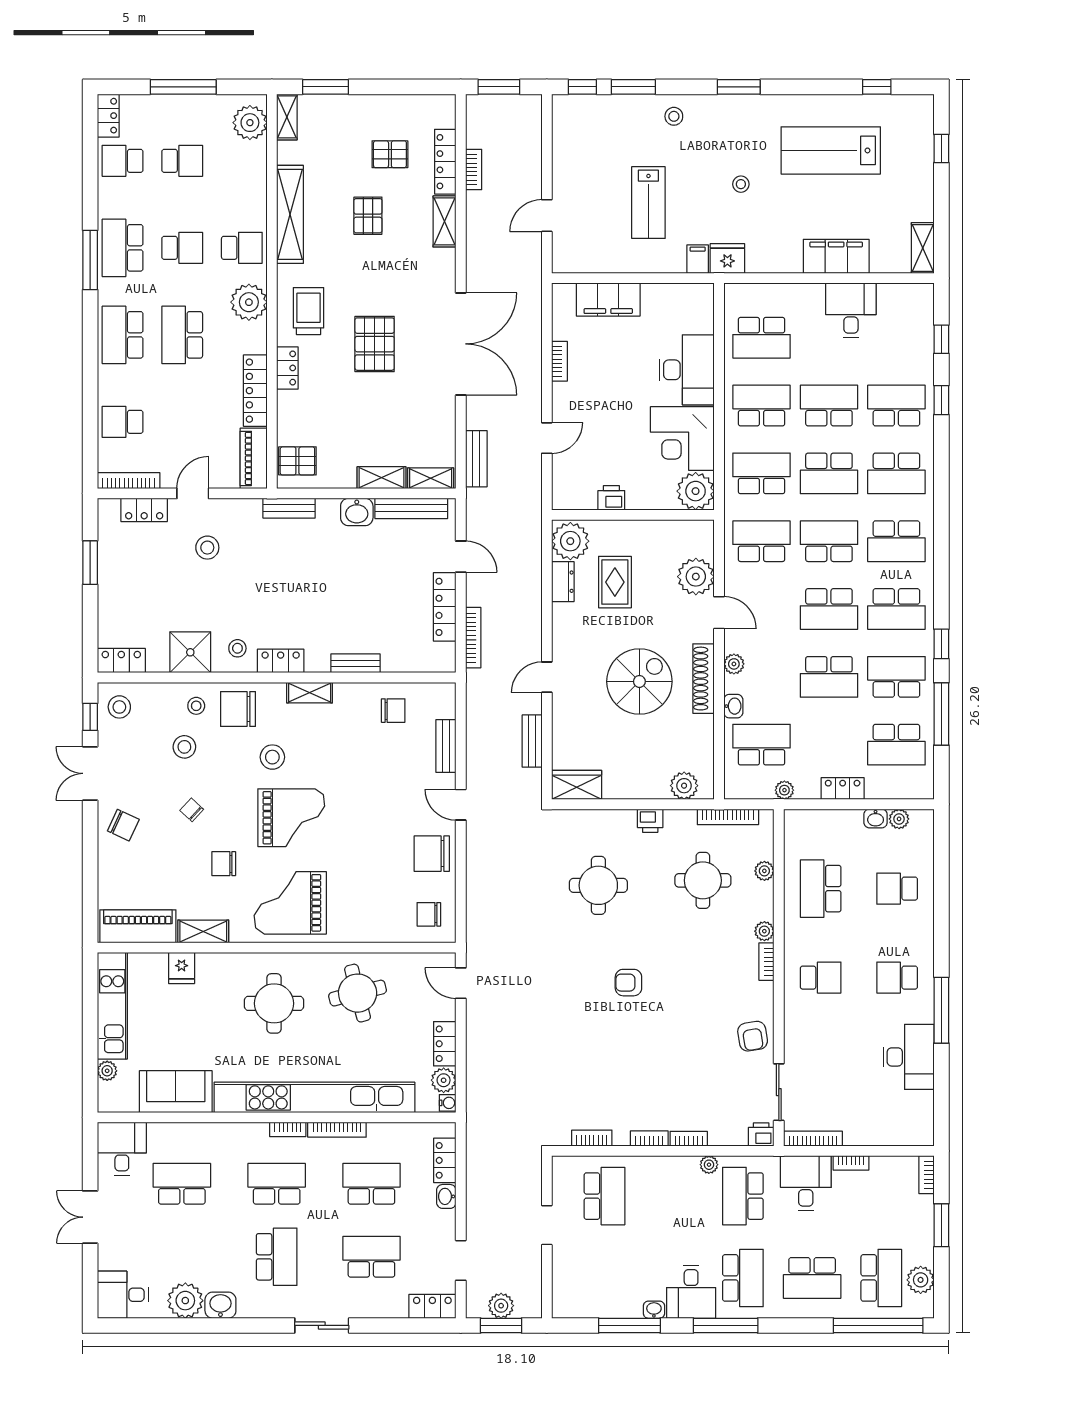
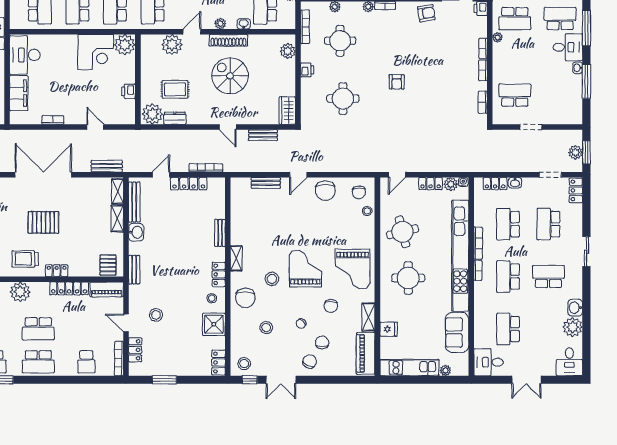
desk: (687, 370) -> (25, 55), moved, turned -90
stool: (196, 706) -> (367, 211), moved
chair: (393, 711) -> (322, 342), moved

